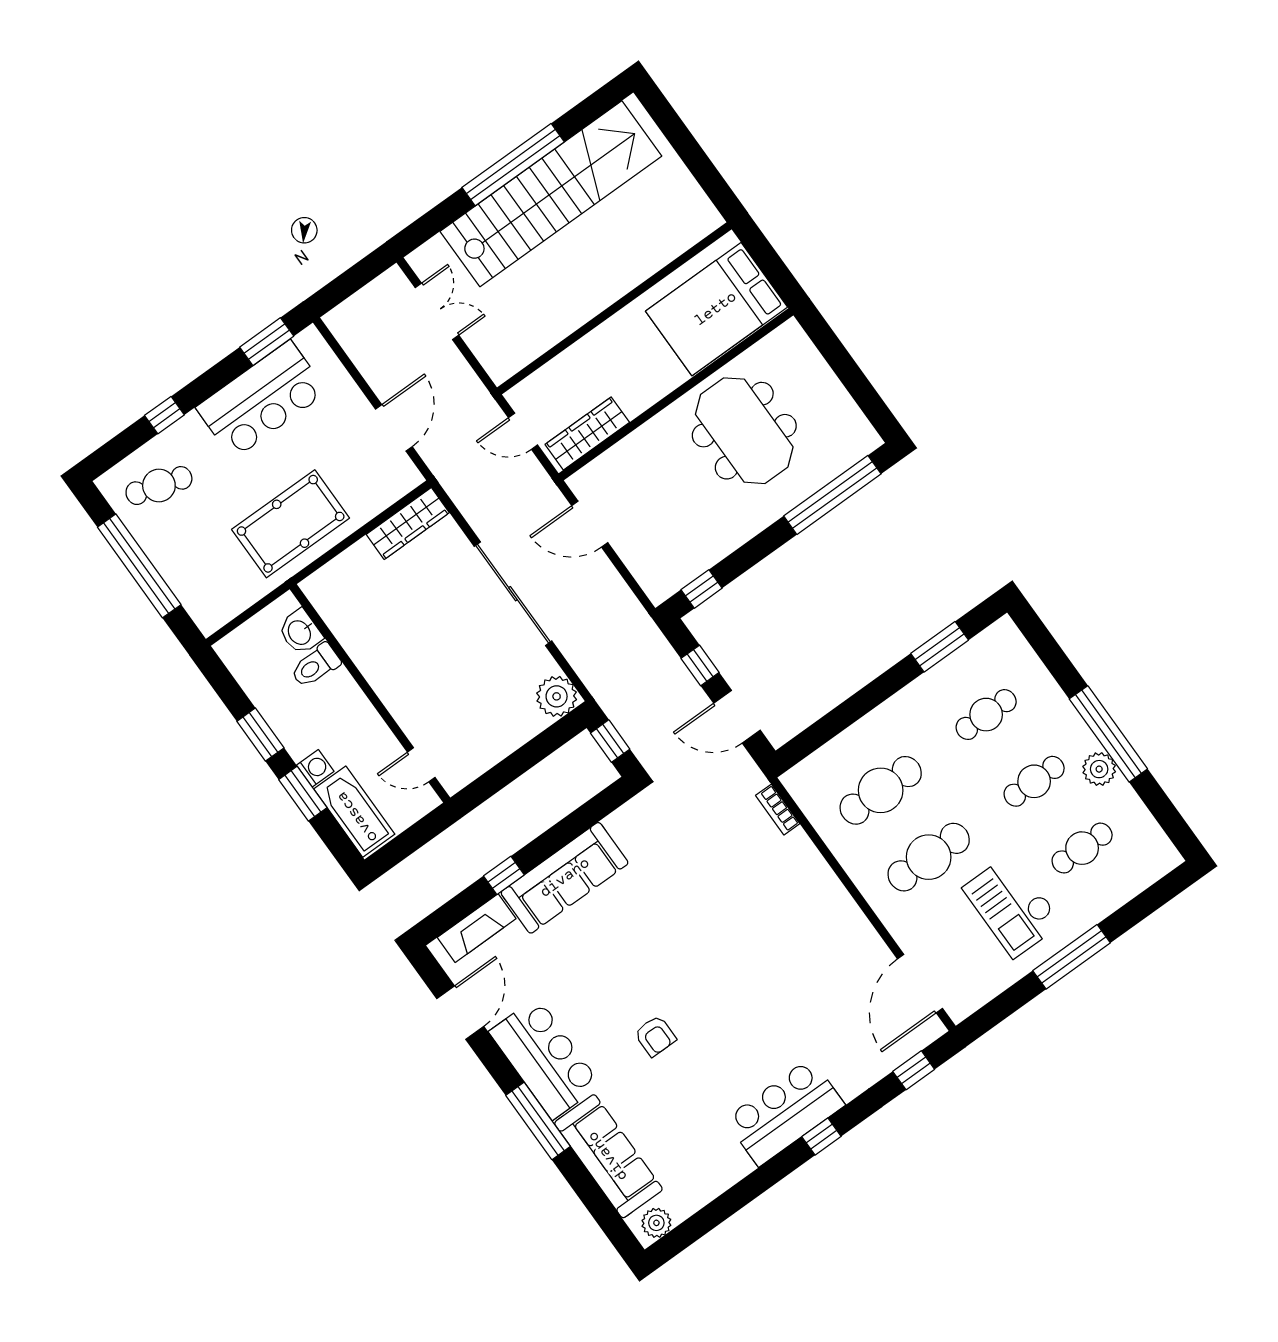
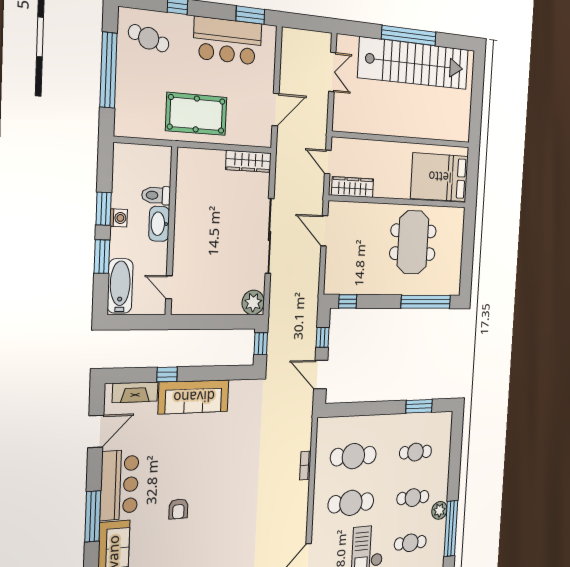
washbasin: (300, 632) -> (159, 224), moved, width x1.38
window: (1108, 734) -> (451, 528), moved
washing machine: (315, 768) -> (119, 218), moved
bookcase: (778, 810) -> (305, 465), moved

